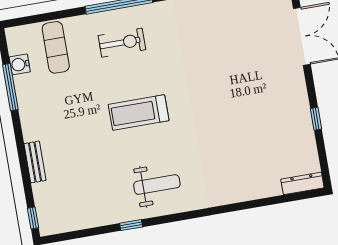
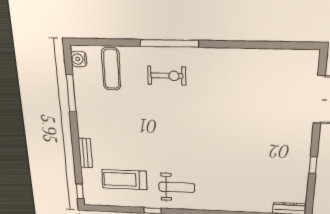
water cooler: (20, 64) -> (79, 59), moved
treadmill: (139, 113) -> (124, 180), moved

